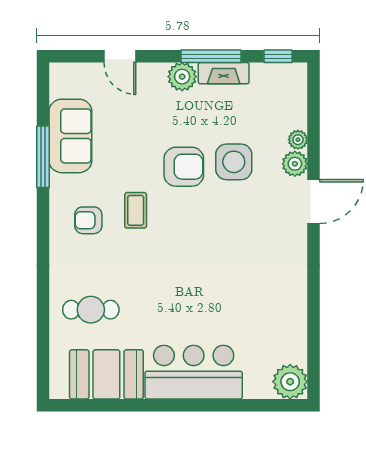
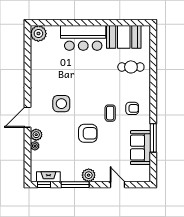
fireplace: (224, 73) -> (48, 177), moved
side table: (234, 162) -> (61, 104), moved
armchair: (184, 167) -> (88, 133), turned 180

